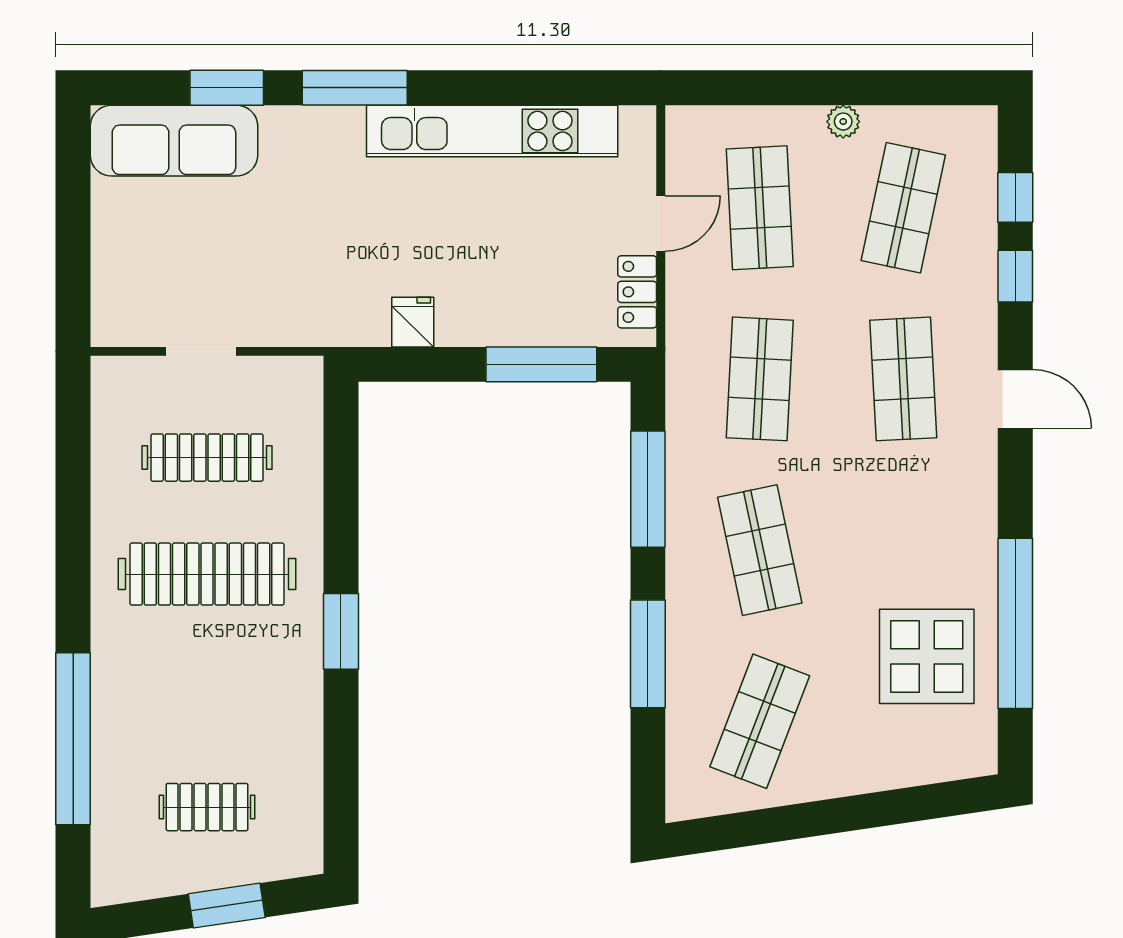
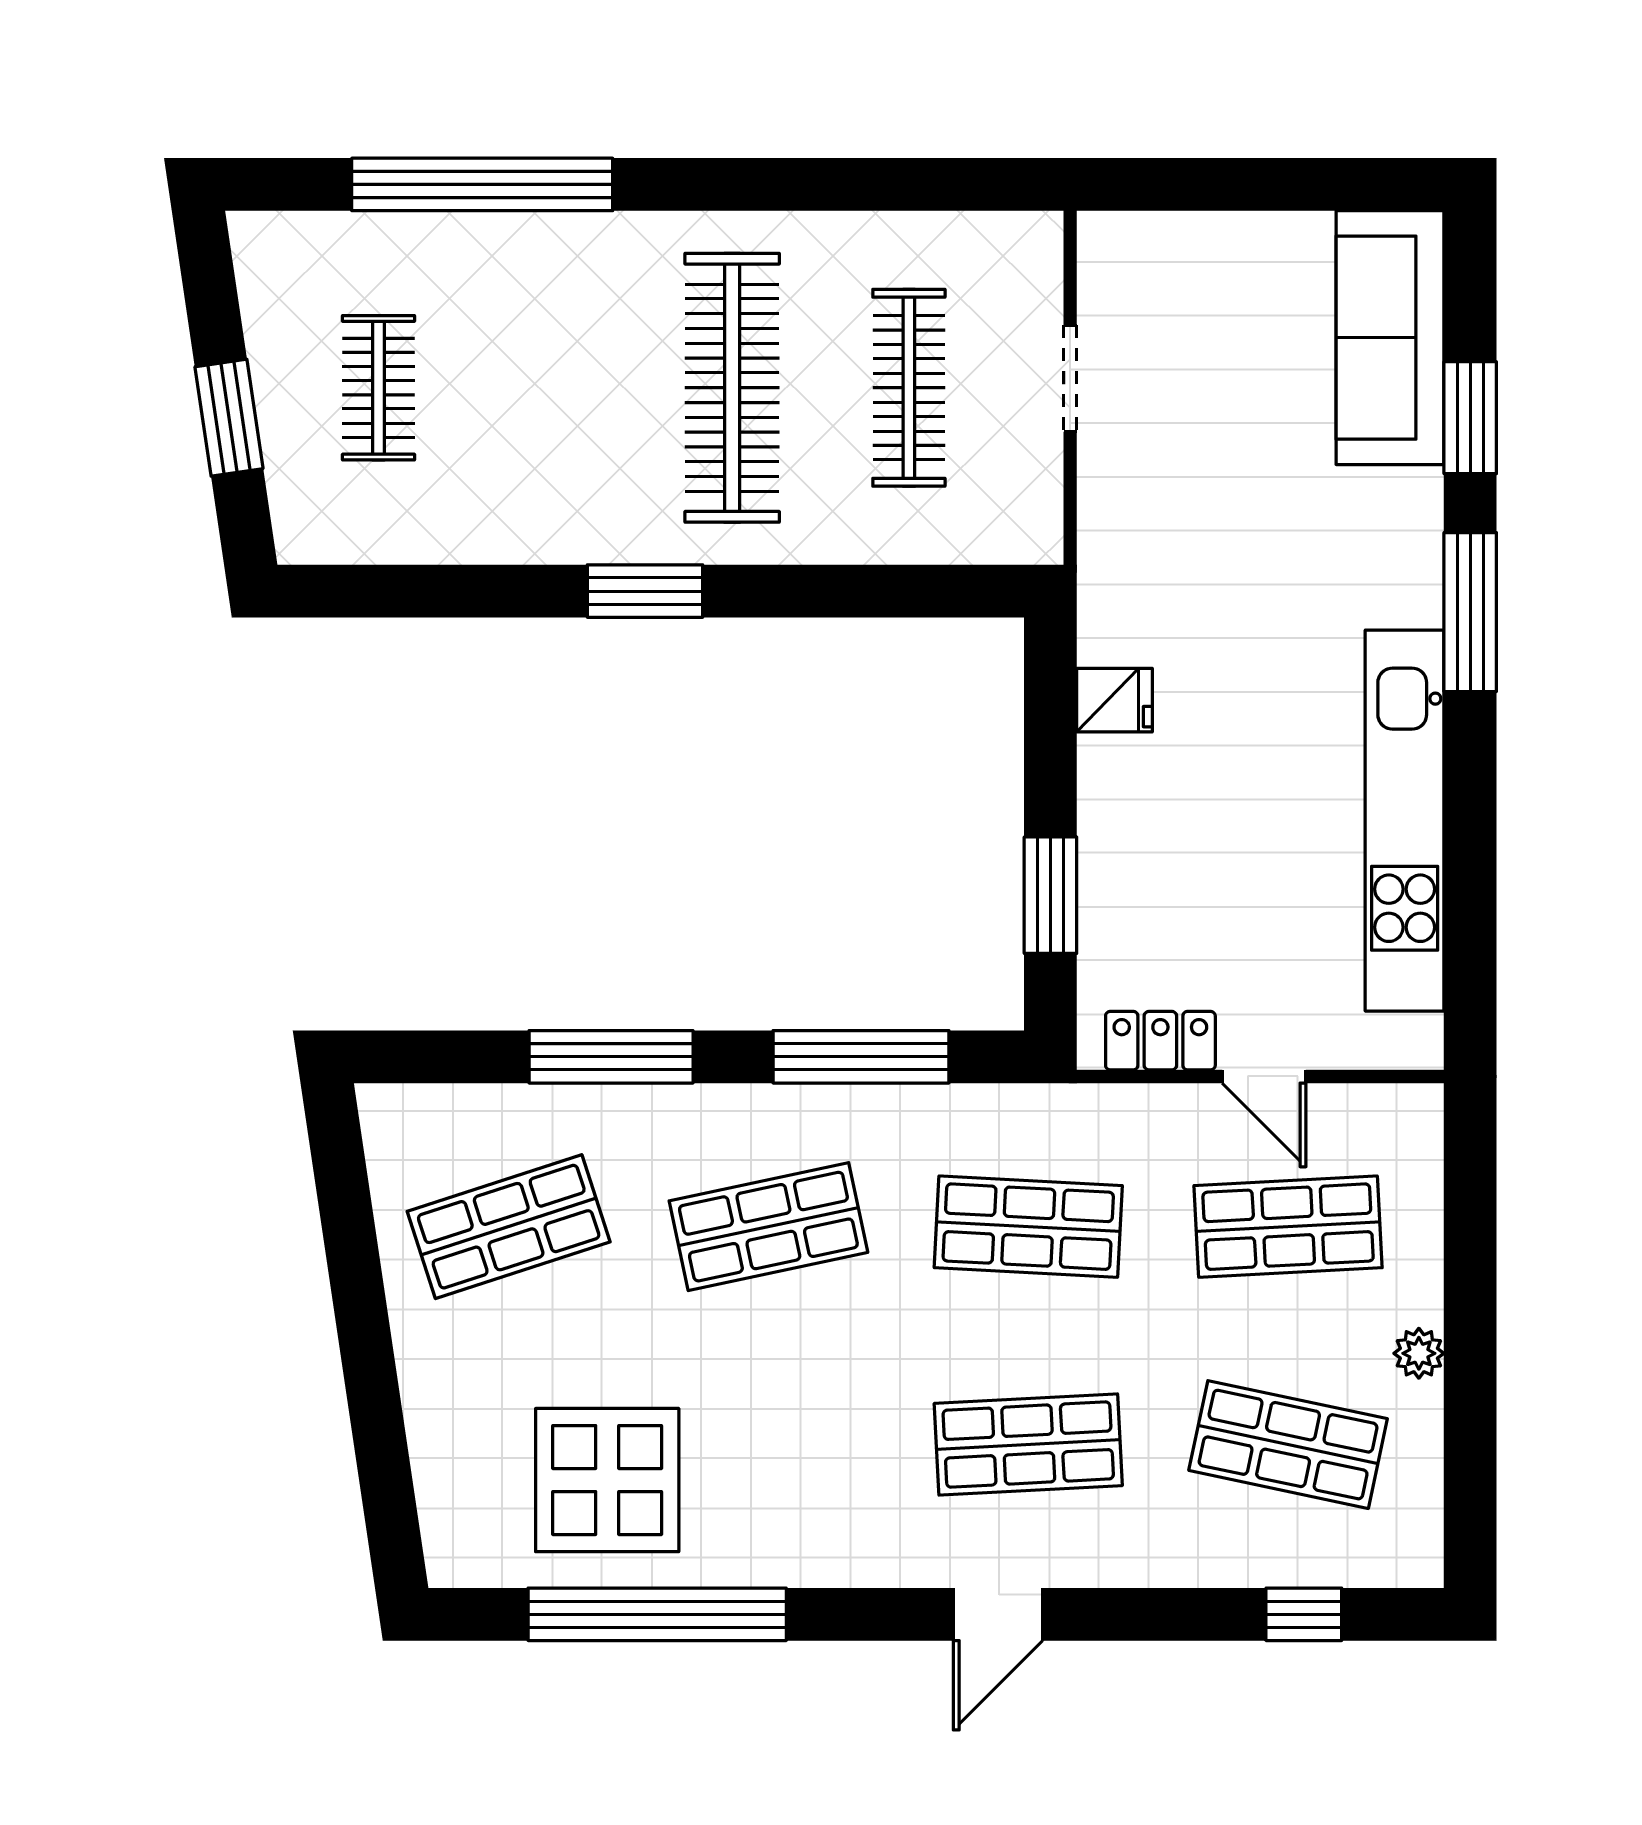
window: (1015, 276) -> (1184, 1614), removed
window: (541, 364) -> (1050, 895), width x0.69
shop shelf: (760, 721) -> (509, 1227), turned -39

